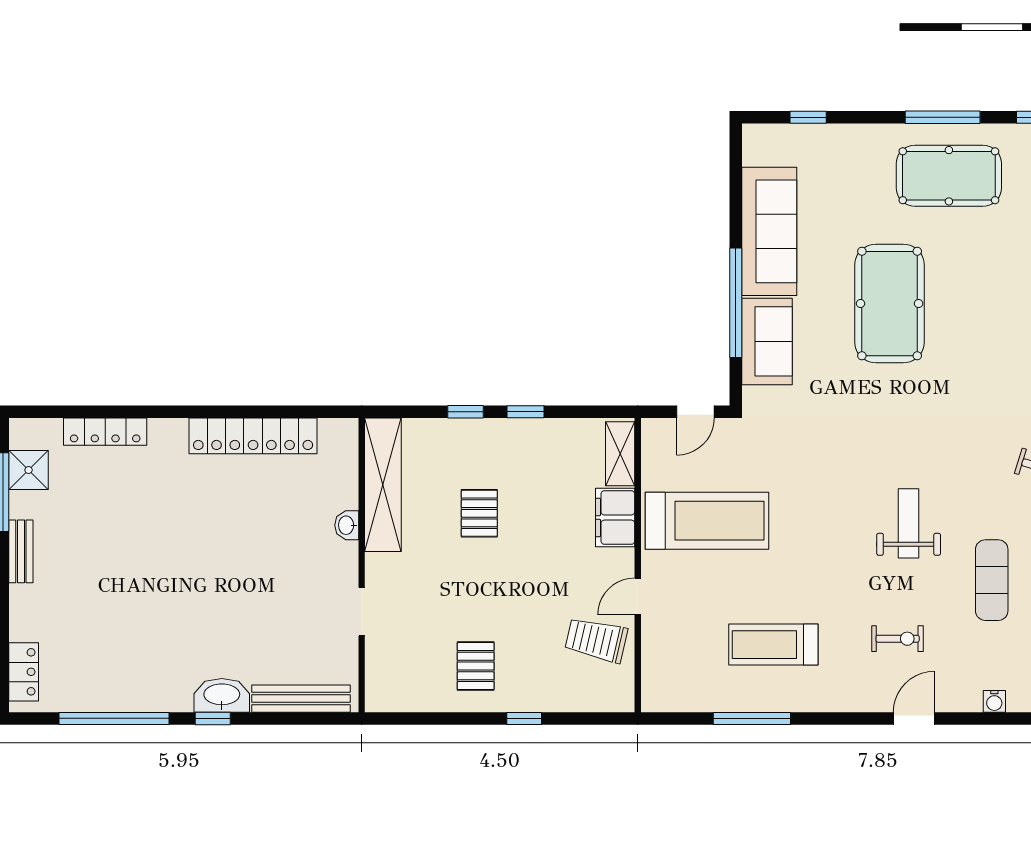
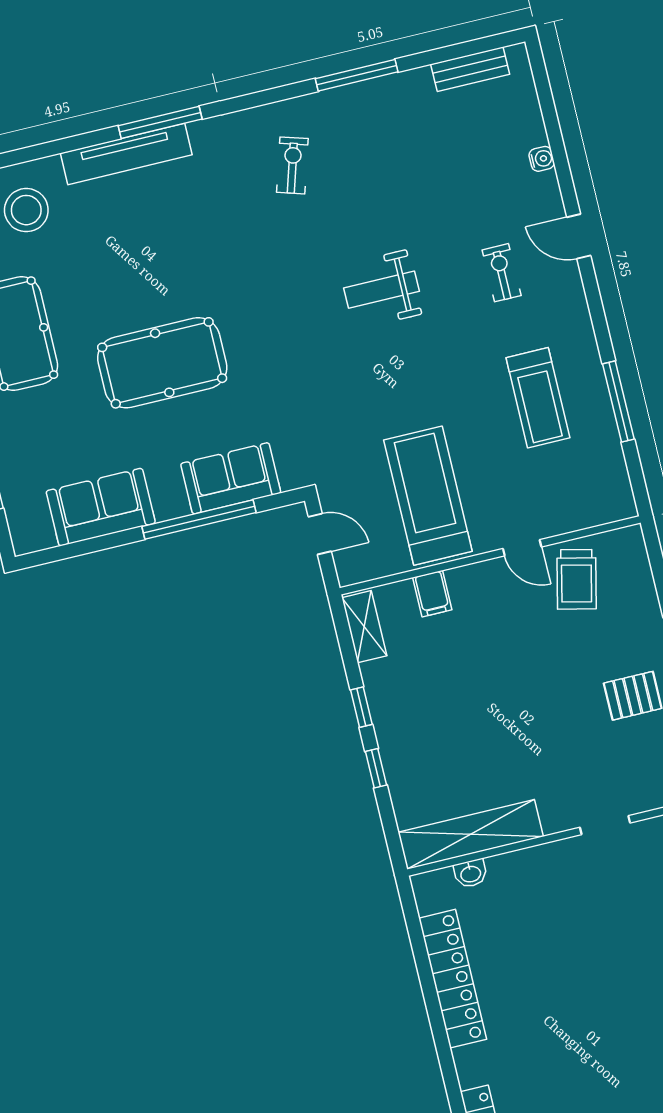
sofa: (769, 231) -> (101, 507), width x0.73
shelving: (620, 454) -> (364, 627), moved, turned 90
pallet: (479, 513) -> (476, 729), removed
filing cabinet: (615, 518) -> (432, 594), width x0.50
washbasin: (347, 525) -> (471, 873), moved
exercise mat: (992, 580) -> (419, 191), removed

